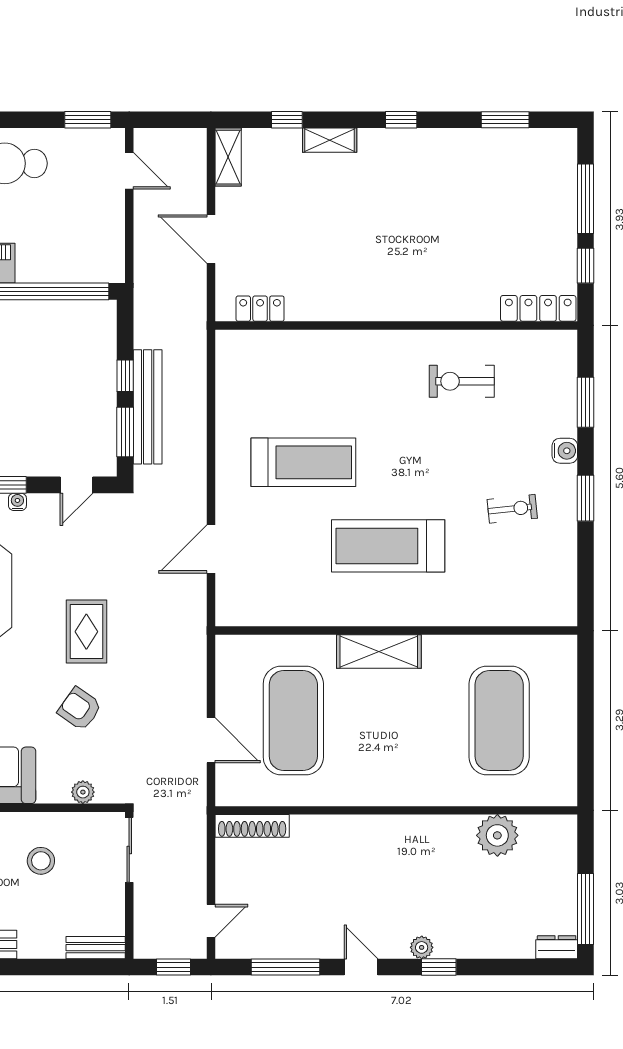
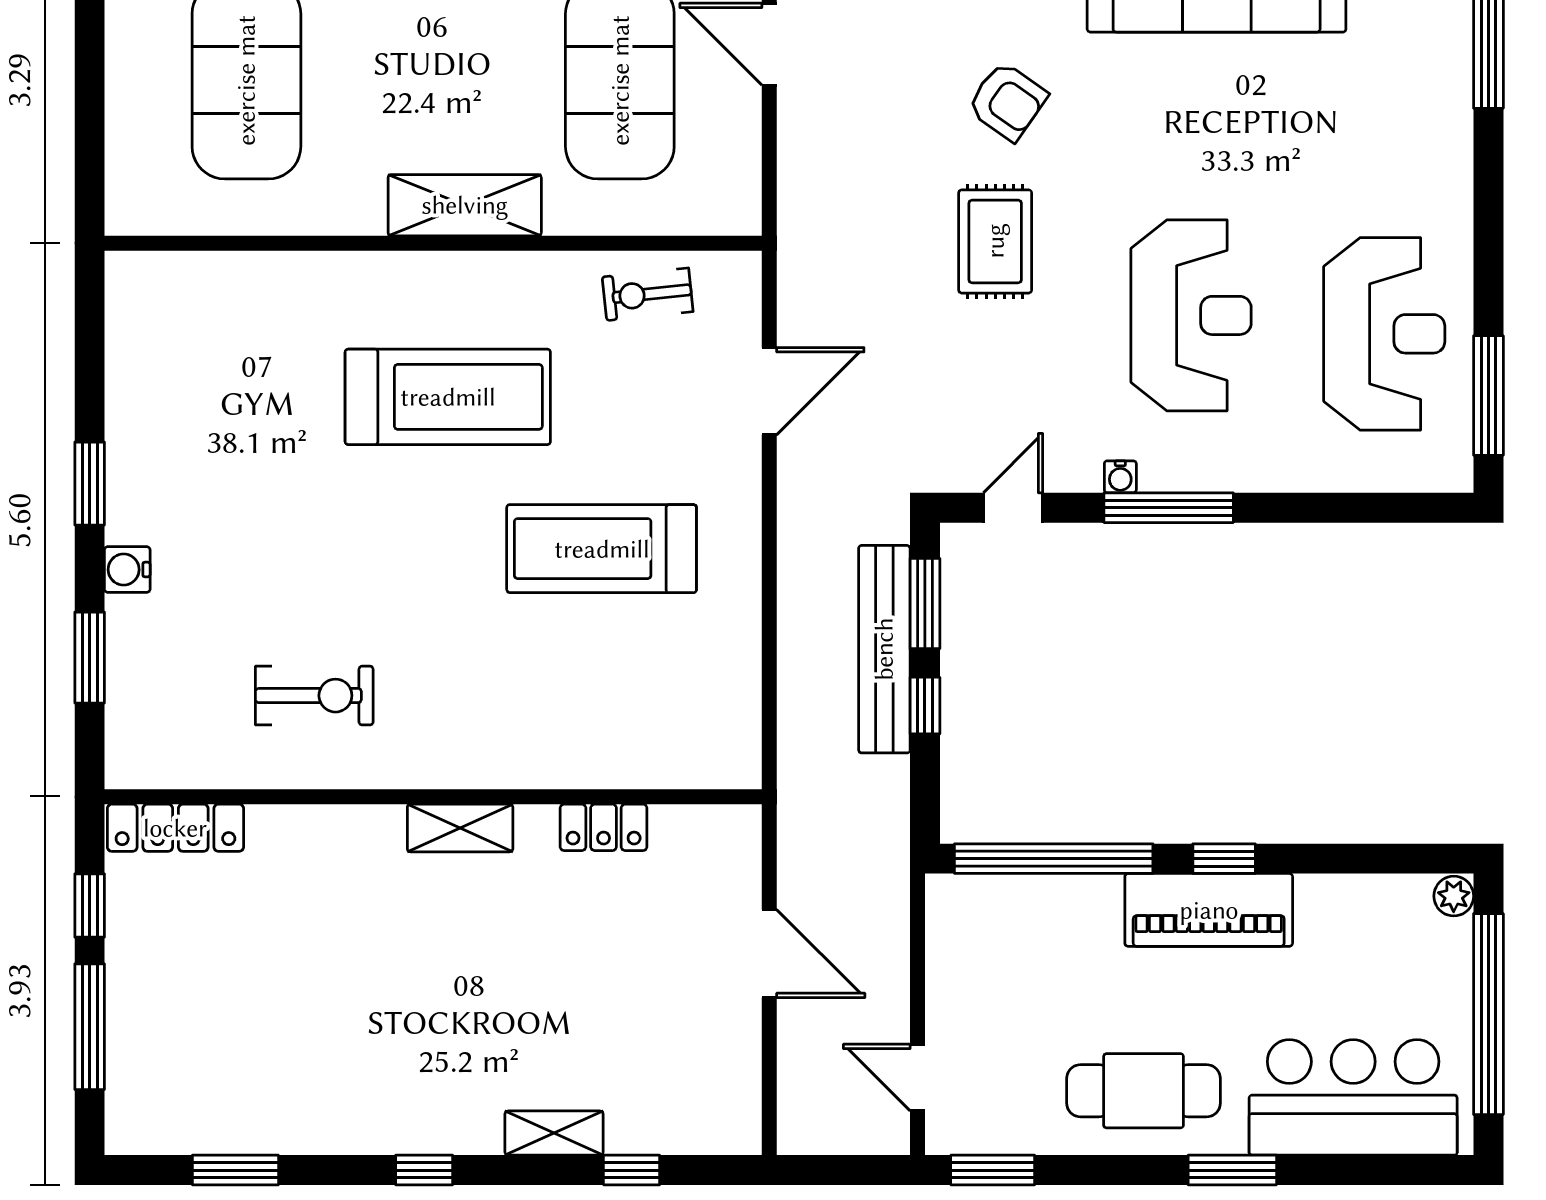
shelving: (228, 157) -> (460, 828), moved, turned 90
locker: (260, 309) -> (604, 827), moved
exercise bike: (512, 509) -> (648, 294), moved

